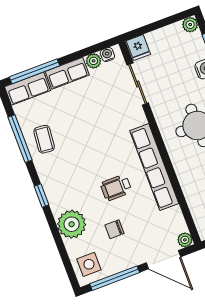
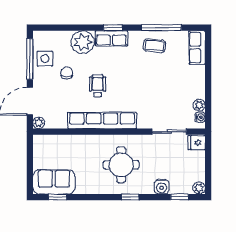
window: (35, 71) -> (208, 58), removed
row of seats: (67, 73) -> (111, 38), moved, turned -90
side table: (89, 264) -> (45, 59), moved

